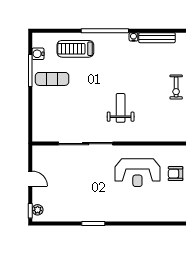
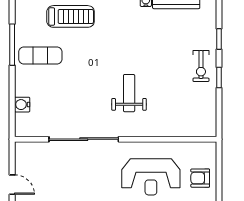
treadmill: (75, 49) -> (71, 16), turned 180
water cooler: (38, 54) -> (22, 105), moved

